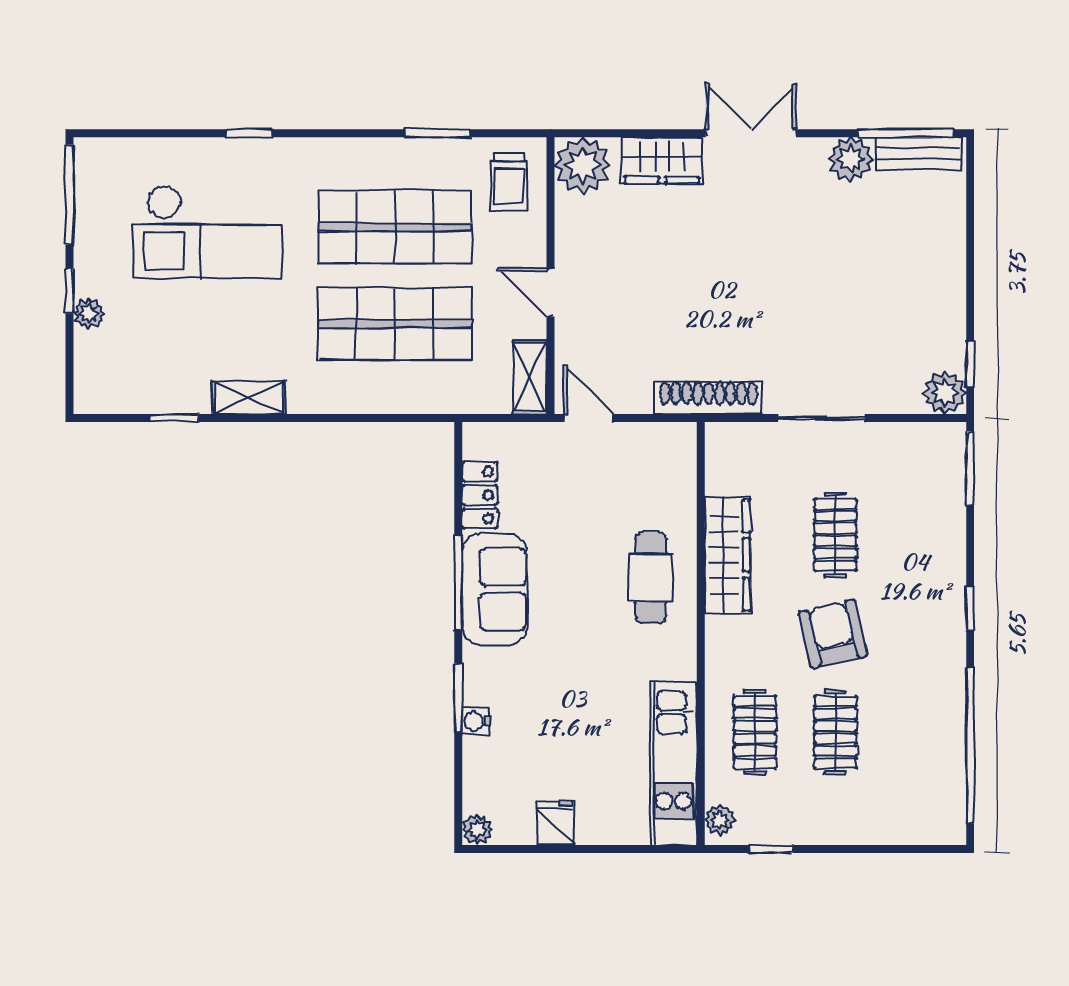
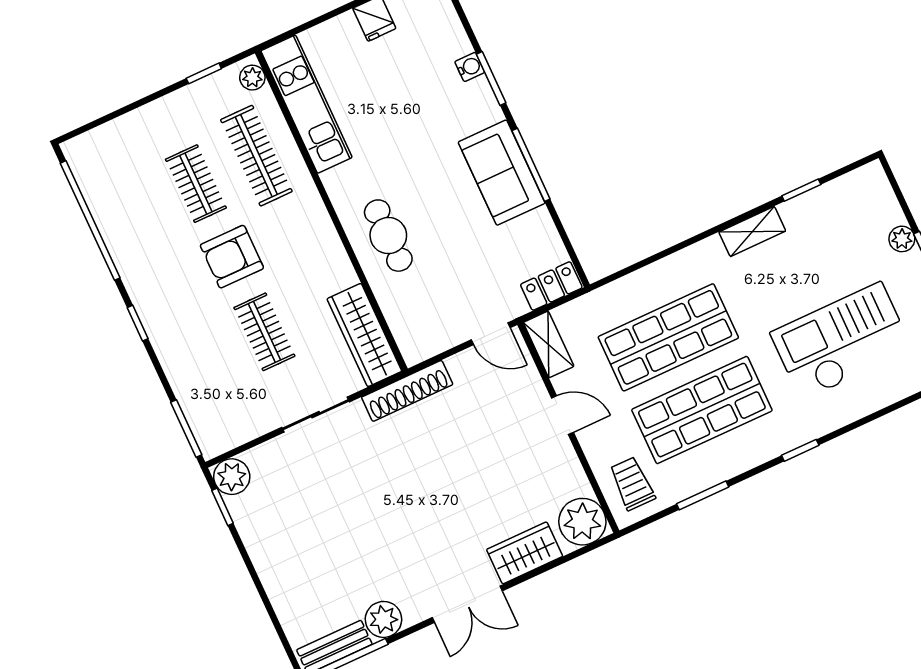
window: (249, 133) -> (800, 450), moved
locker: (480, 495) -> (551, 286), moved, turned 90
wardrobe: (727, 555) -> (364, 335), moved
armchair: (833, 634) -> (232, 257), turned 103
clothes rail: (755, 732) -> (256, 156), width x1.36

